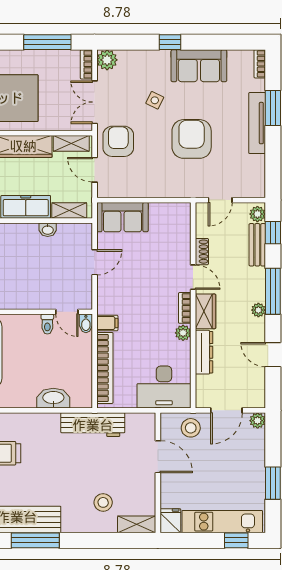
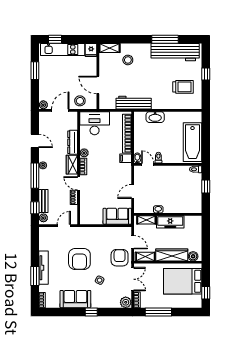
armchair: (118, 141) -> (120, 258), turned 180

